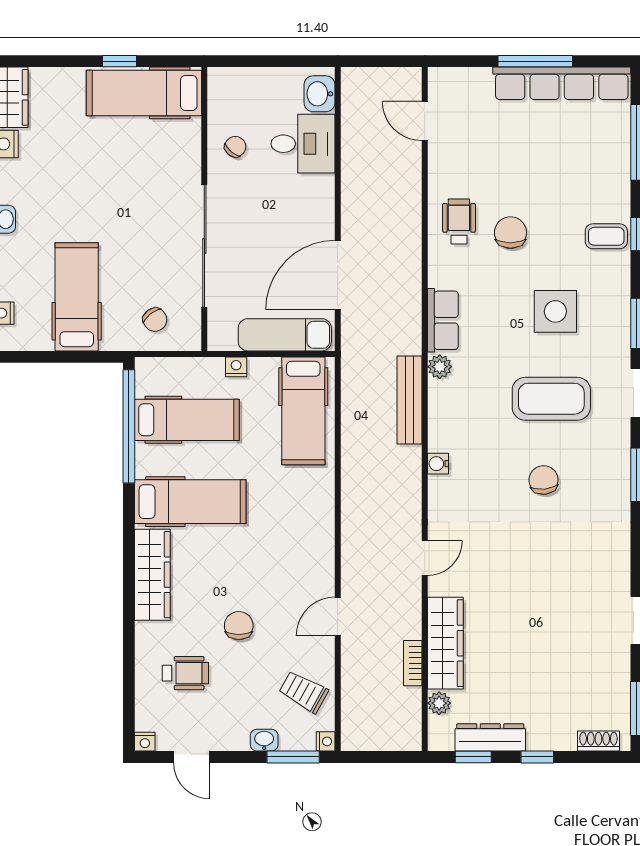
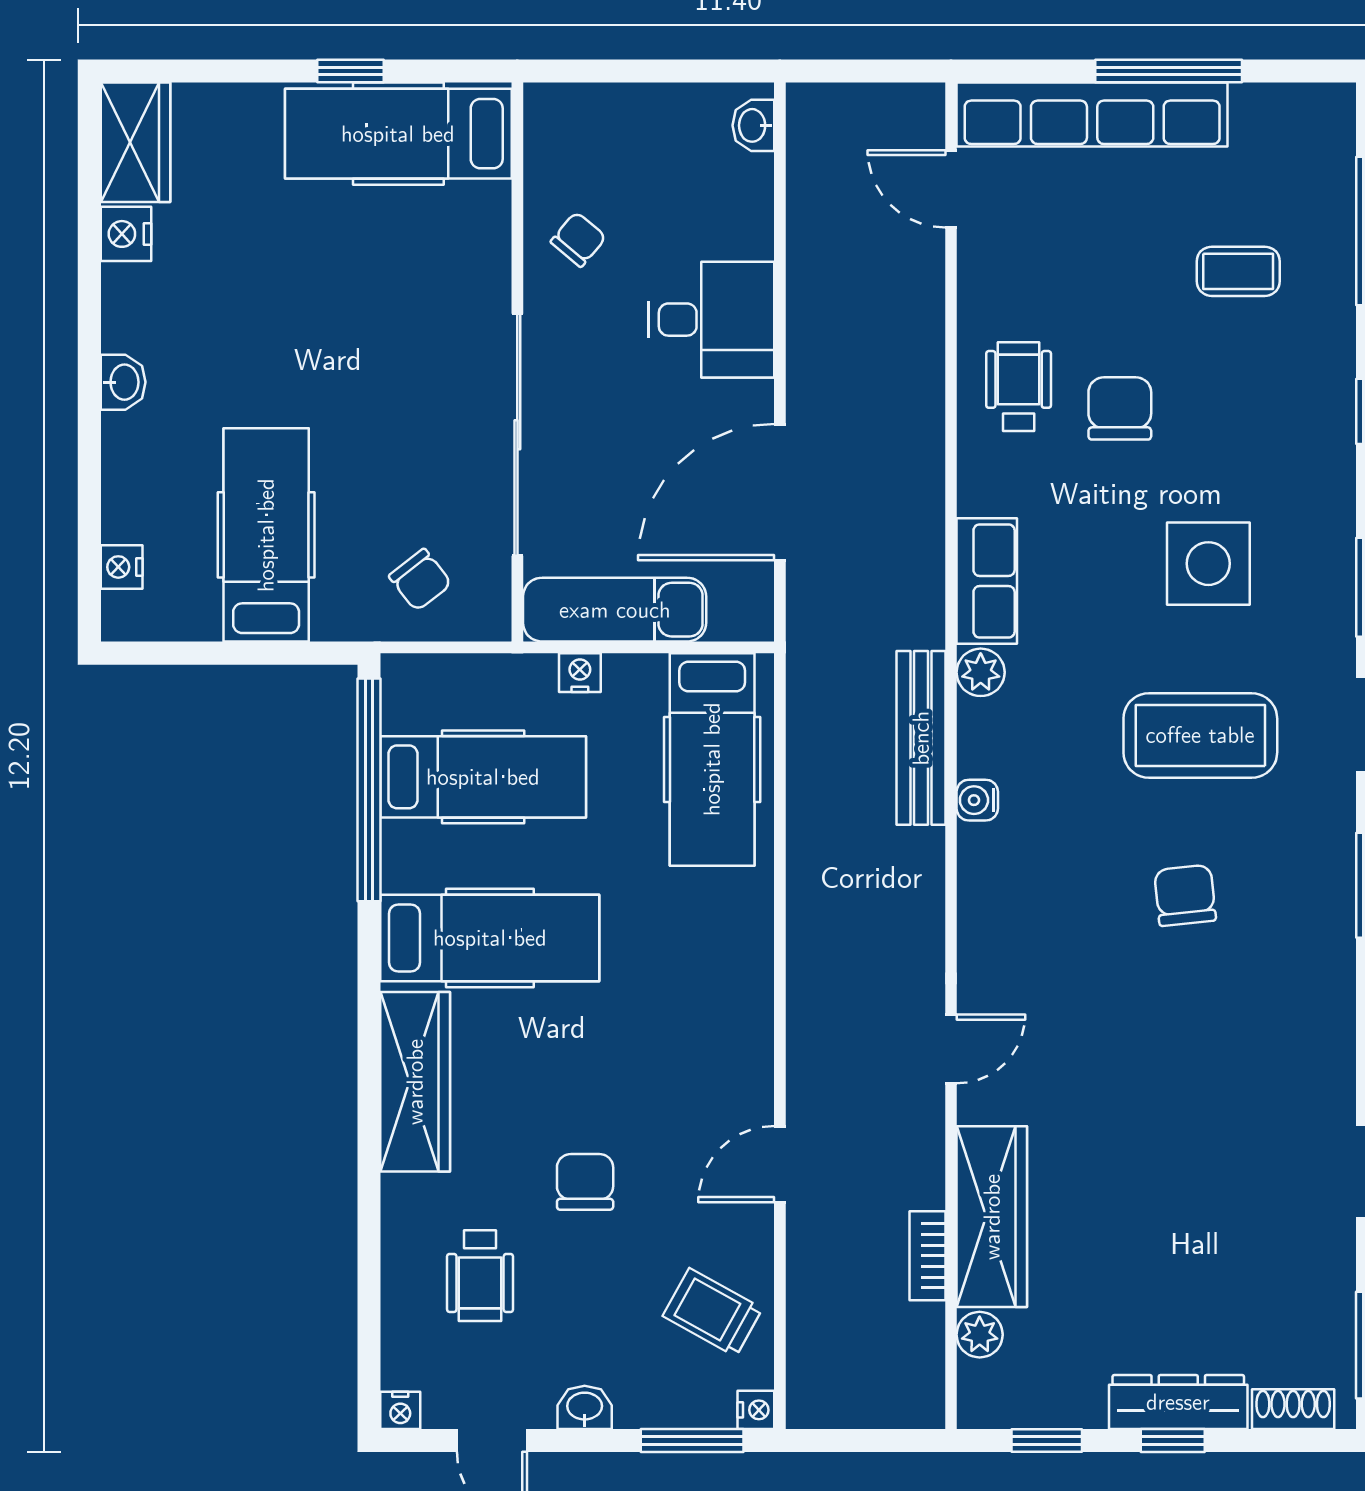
row of seats: (562, 83) -> (1092, 115), moved
washbasin: (319, 94) -> (753, 125), width x0.72, depth x0.69
desk: (303, 144) -> (712, 320), moved
coffee table: (606, 236) -> (1238, 271), moved
exam couch: (285, 335) -> (615, 610), moved
water cooler: (438, 464) -> (977, 800), moved
wheelchair: (185, 673) -> (480, 1276), turned 90
dresser: (490, 737) -> (1178, 1402), moved
washbasin: (264, 740) -> (585, 1407), moved

